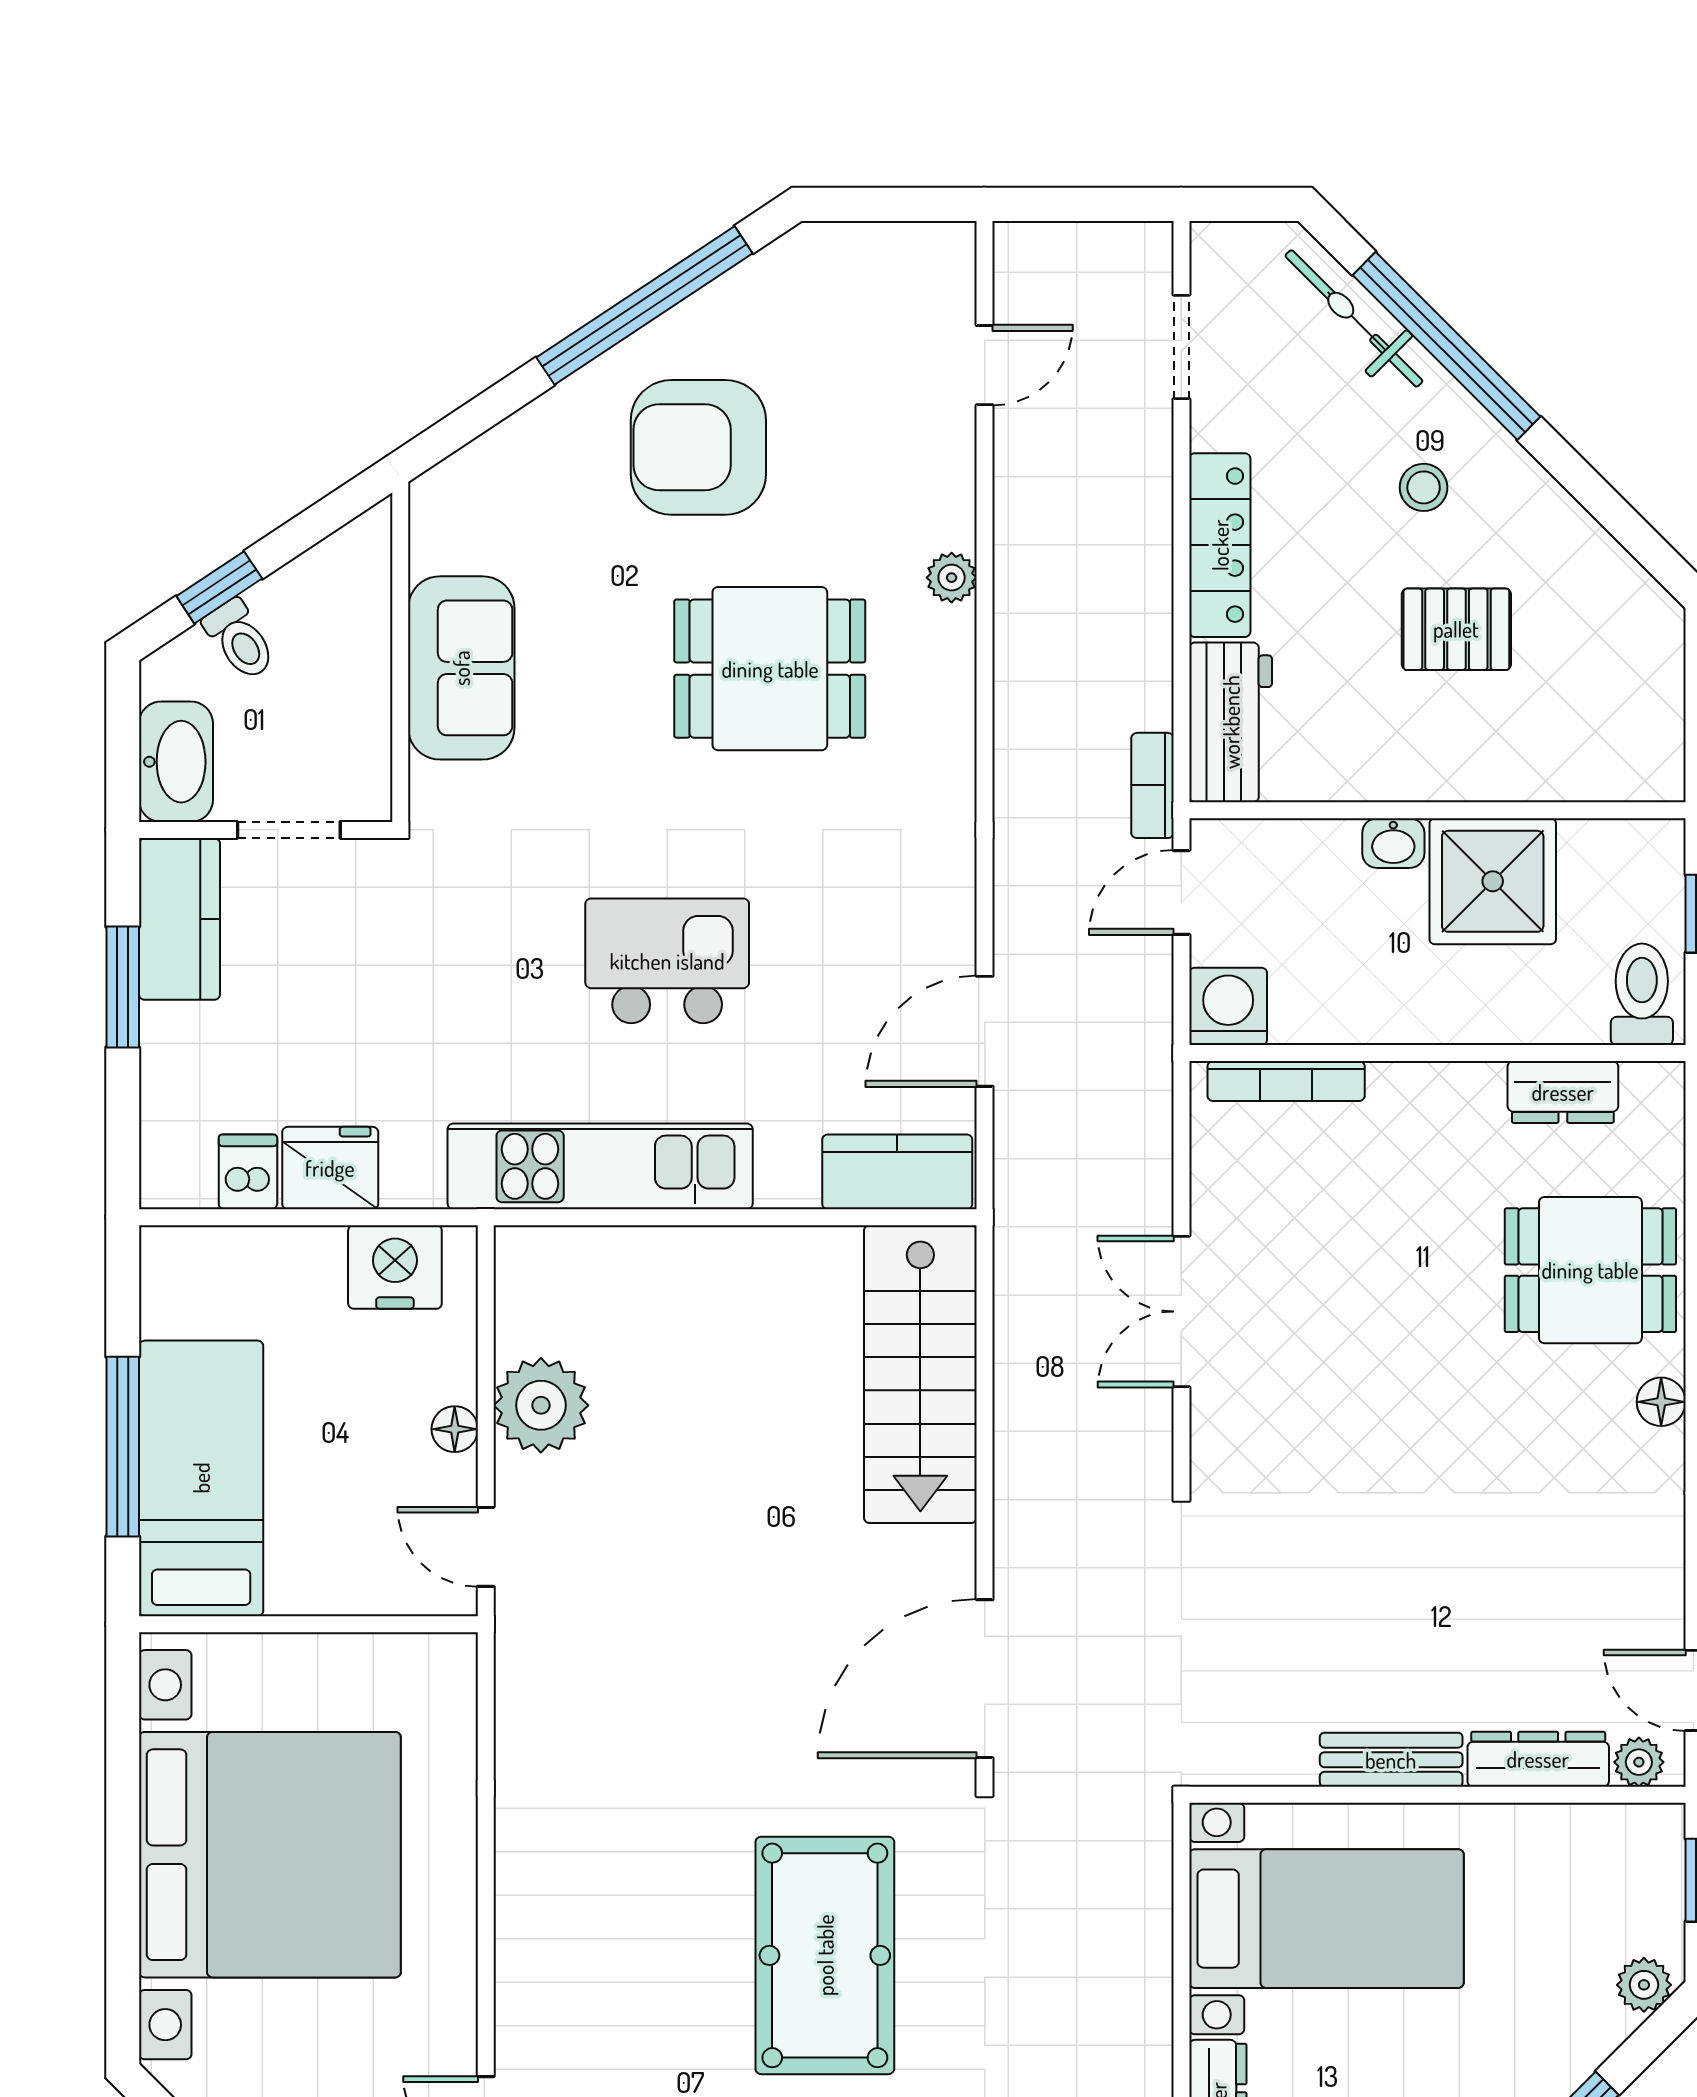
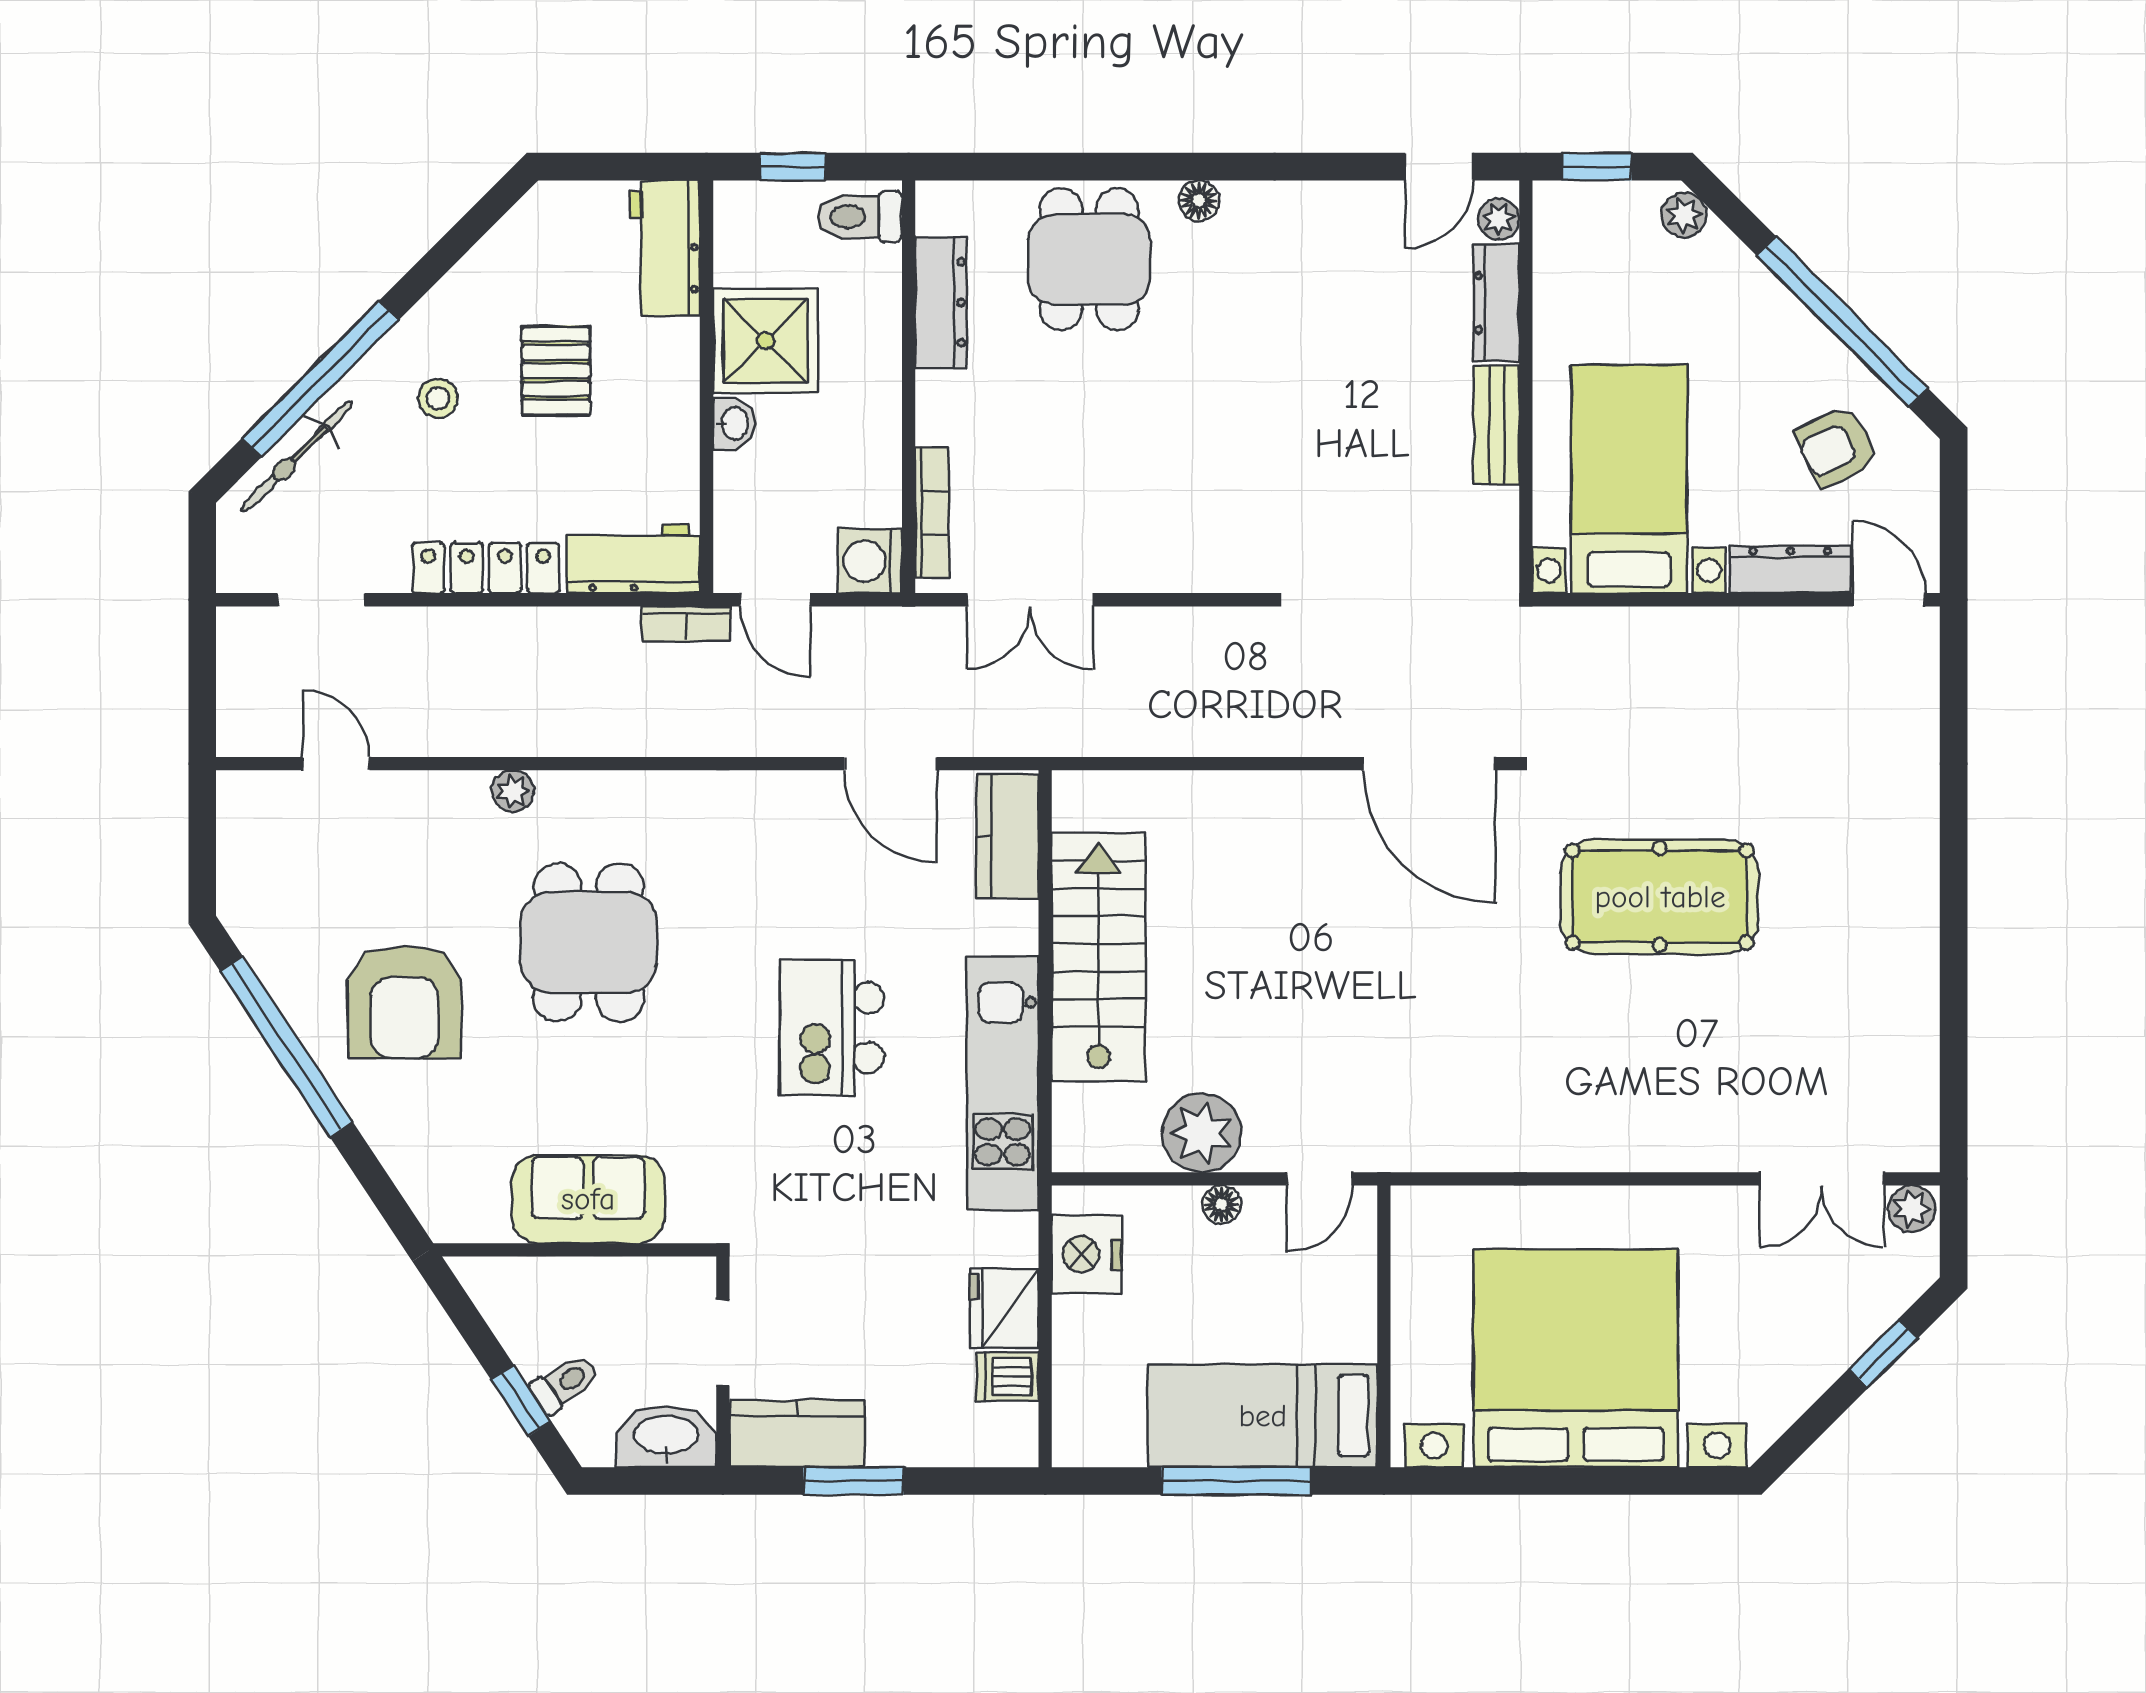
workbench: (1604, 760) -> (665, 248), added
dresser: (1563, 1092) -> (941, 302), width x1.44
double door: (1181, 1312) -> (1030, 600), moved
stairs: (920, 1374) -> (1099, 957), moved, turned -90

